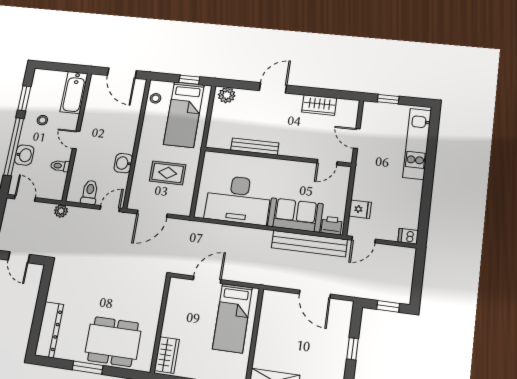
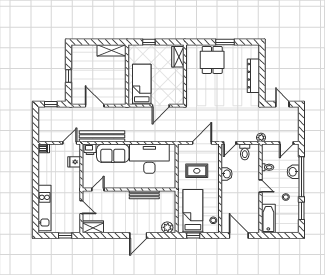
wardrobe: (319, 105) -> (93, 227), moved
door: (25, 198) -> (286, 143), hinge flipped
dresser: (49, 330) -> (253, 76), moved
dining table: (113, 342) -> (212, 60), width x0.73

